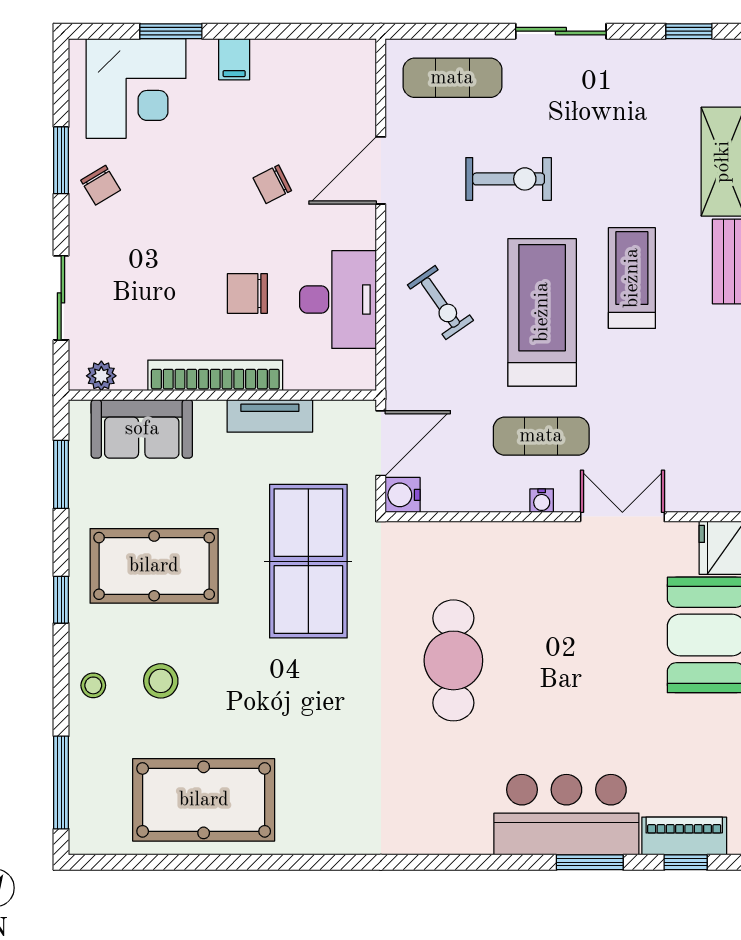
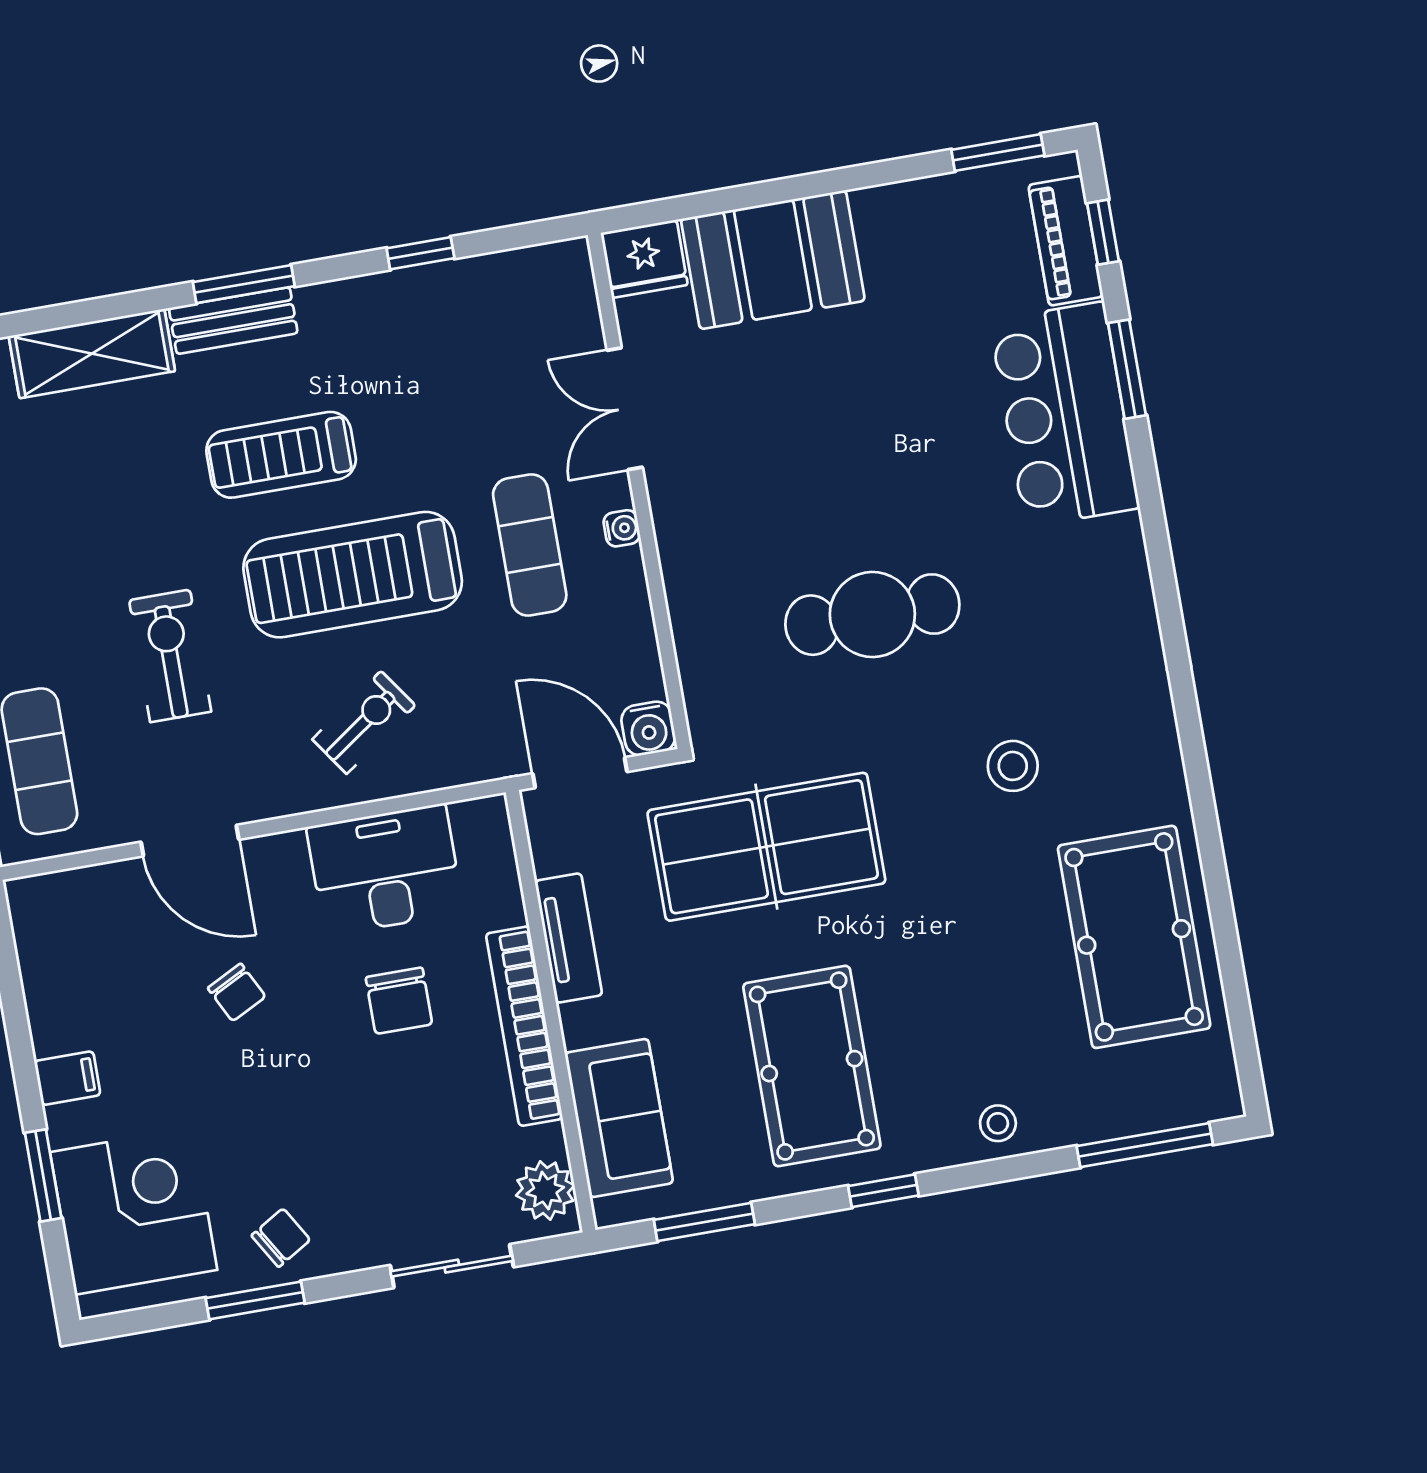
plant: (101, 376) -> (545, 1190), width x1.38, depth x1.38
stool: (161, 681) -> (1013, 766), moved

